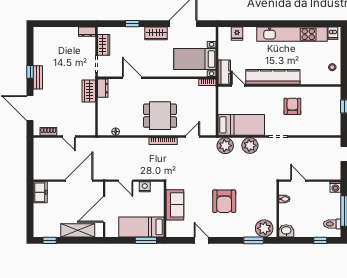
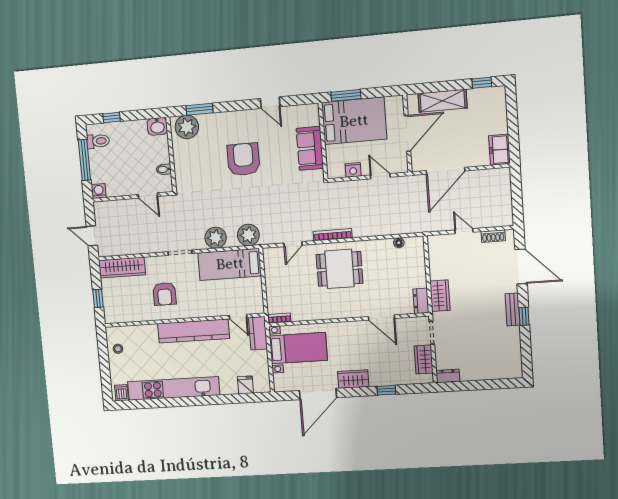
wardrobe: (323, 128) -> (122, 268), added
bed: (141, 227) -> (354, 121), width x1.50

